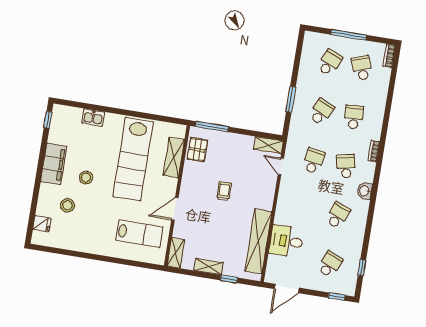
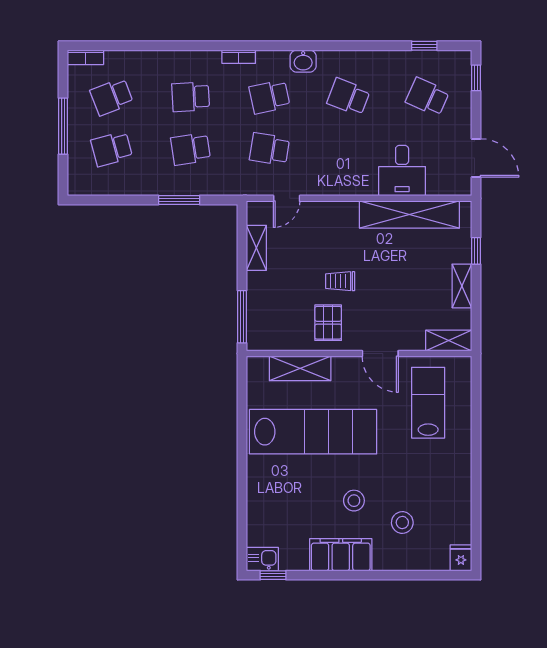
school desk: (329, 63) -> (112, 149), turned -39
school desk: (321, 112) -> (191, 149), turned -33
kitchen sink: (93, 117) -> (262, 559), moved, turned -90
shelving: (268, 145) -> (256, 248), moved
pallet: (197, 150) -> (328, 323), moved, turned 90
fridge: (42, 224) -> (461, 558), moved

